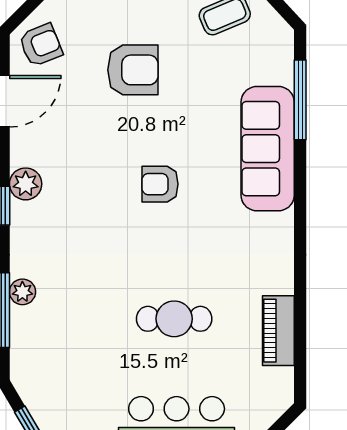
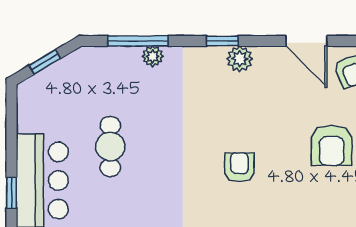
cafe table: (174, 319) -> (110, 147), moved

